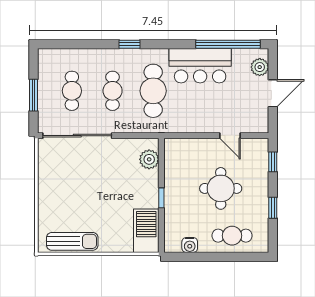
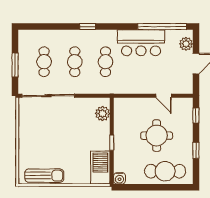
cafe table: (153, 91) -> (105, 62), width x0.73, depth x0.74
cafe table: (232, 236) -> (165, 171), width x1.37, depth x1.35
water cooler: (190, 245) -> (119, 178), moved

